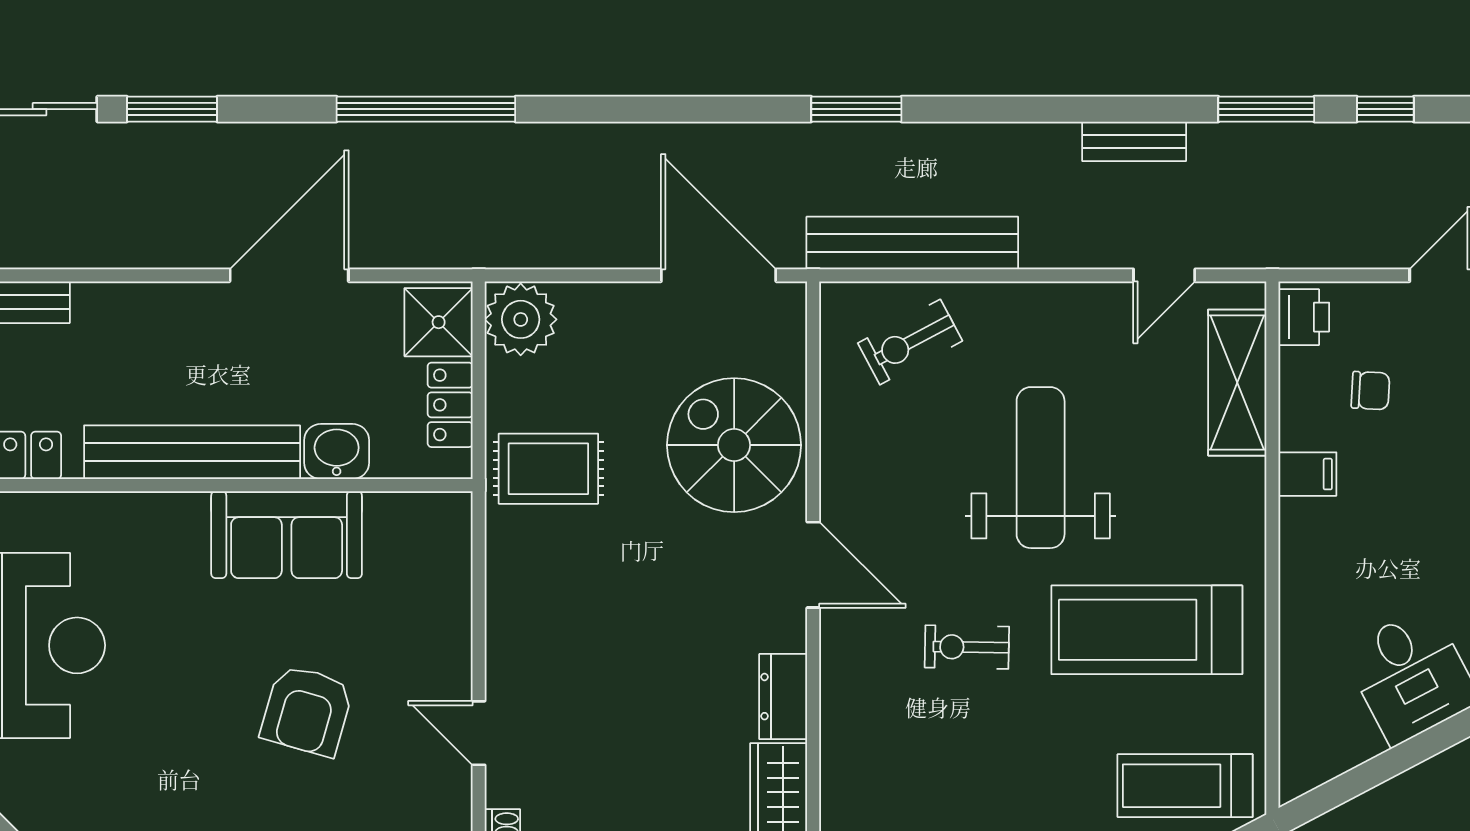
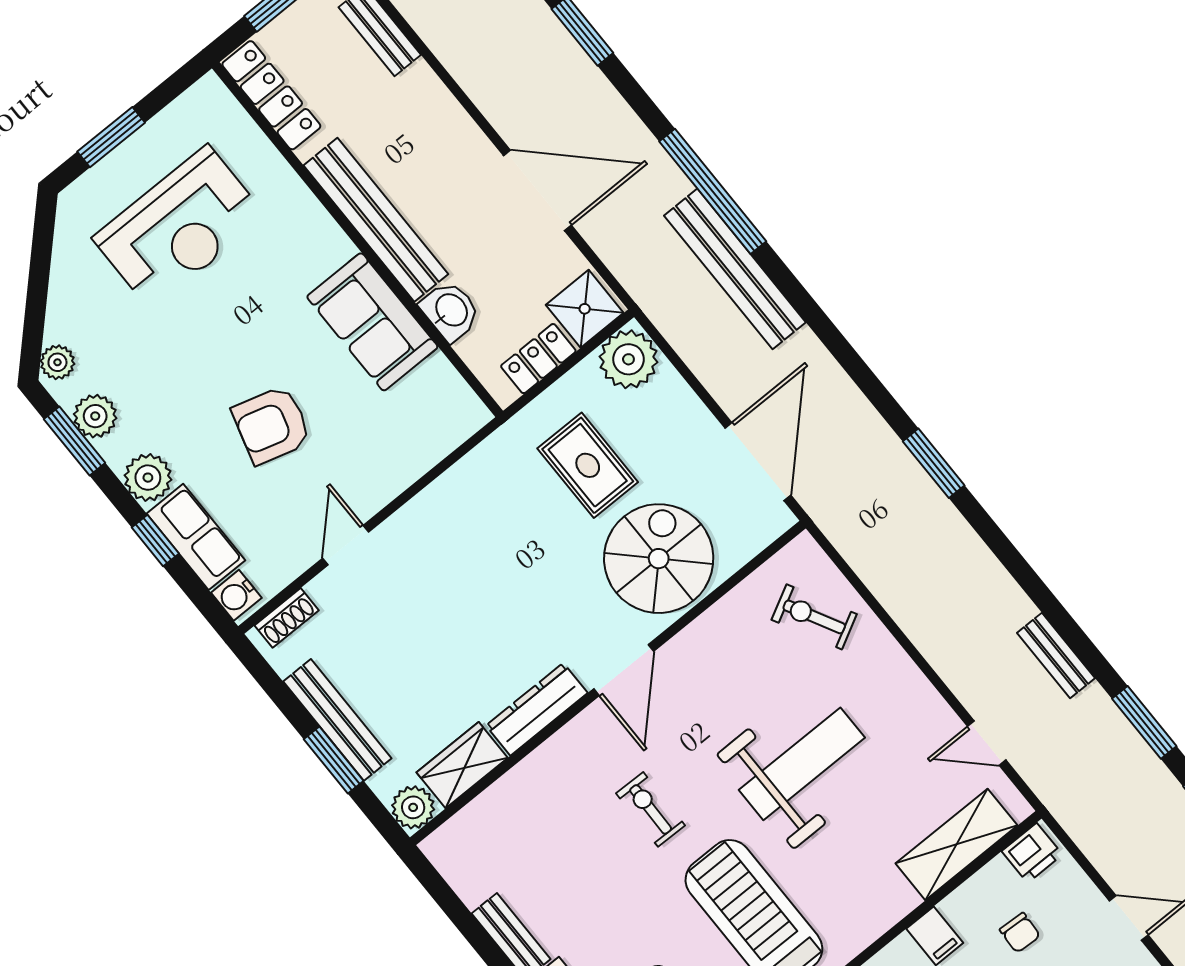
bench: (912, 243) -> (735, 269), moved
rug: (548, 469) -> (588, 465), moved
dresser: (783, 697) -> (537, 709), width x1.44

